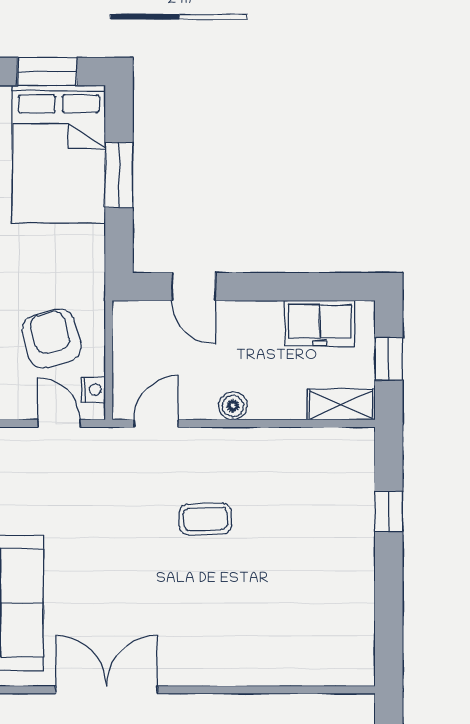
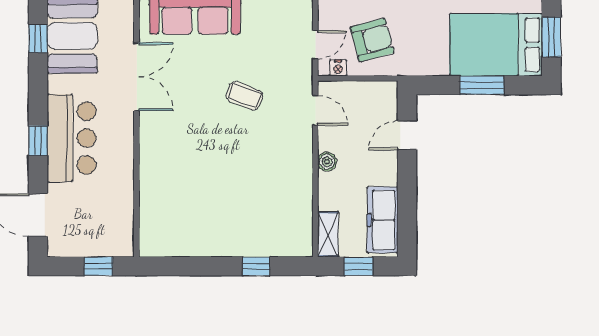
freezer: (320, 323) -> (382, 220), width x1.40
coffee table: (205, 519) -> (244, 96), moved, turned -66

